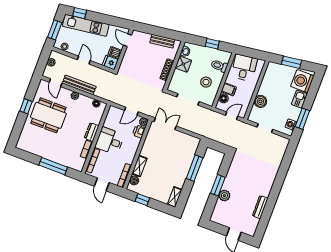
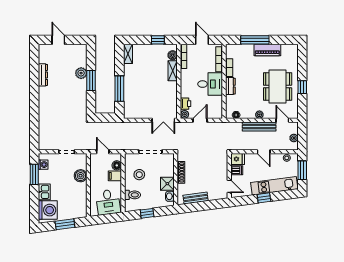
window: (80, 13) -> (264, 198), moved
dining table: (48, 115) -> (278, 86), turned 90
door: (232, 116) -> (103, 152), swing flipped
piano: (45, 152) -> (267, 50), added

